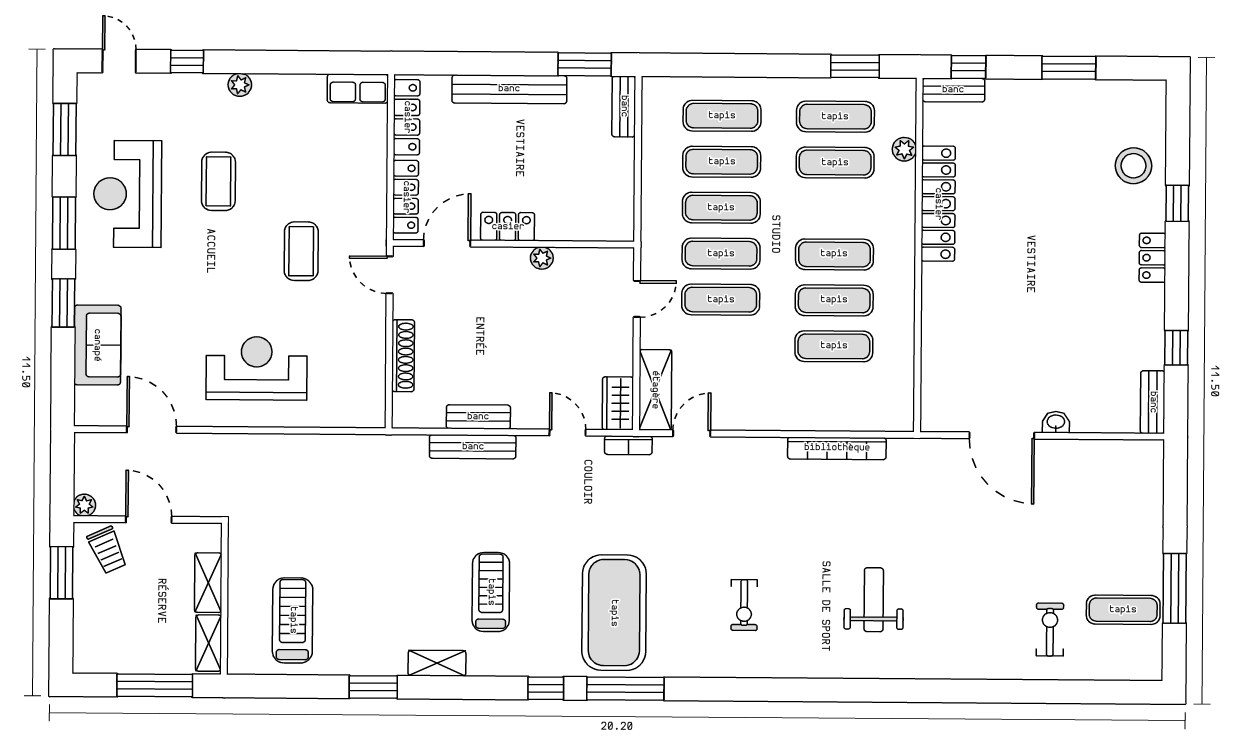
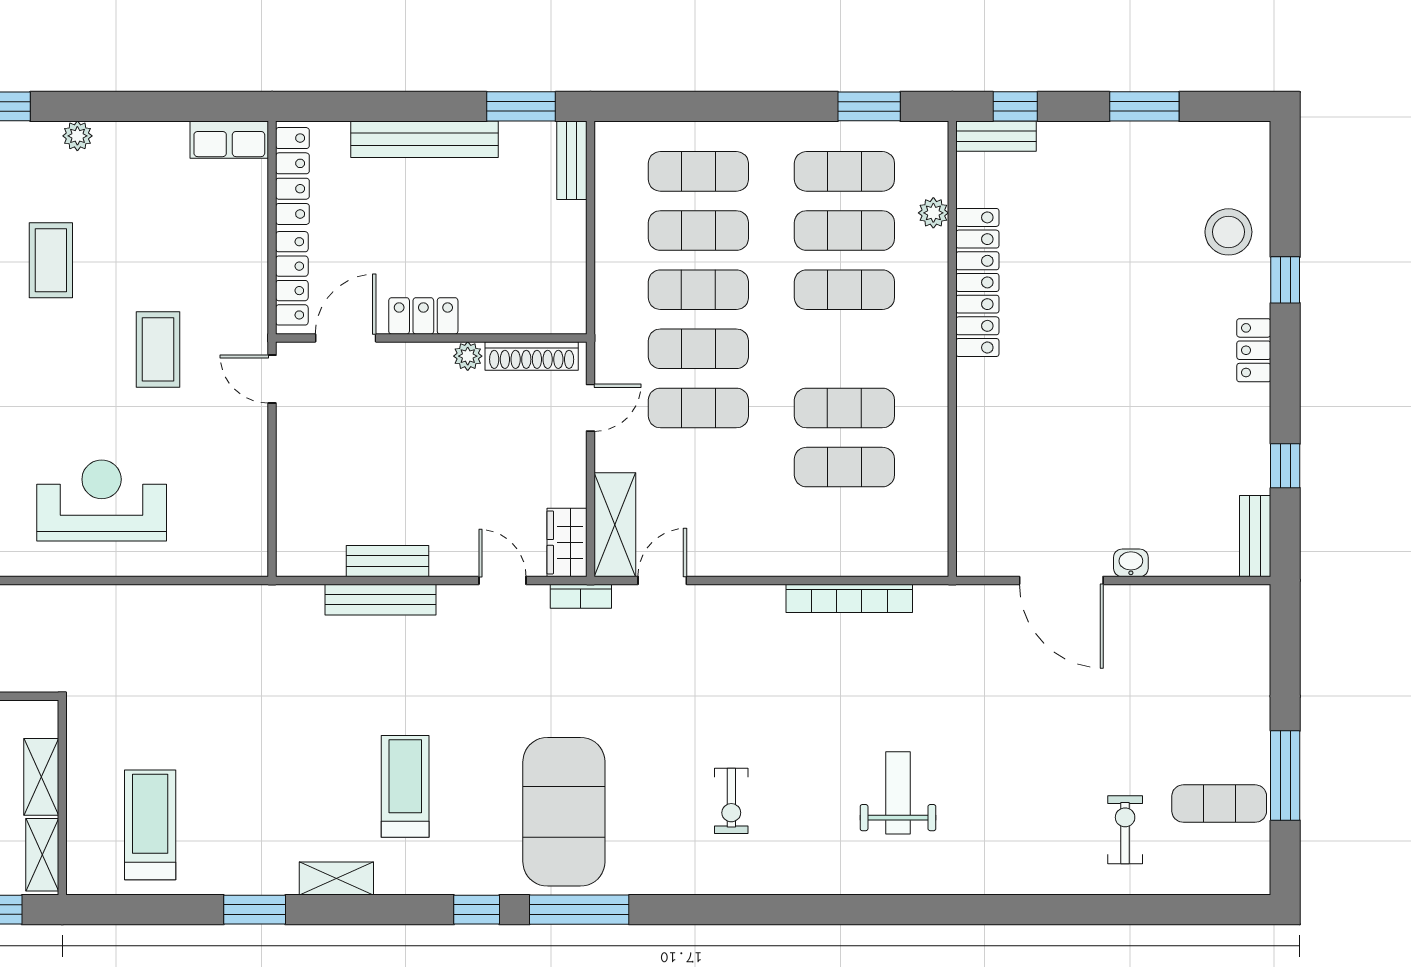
exercise mat: (834, 254) -> (844, 290), moved
shoe rack: (403, 356) -> (532, 356), moved, turned 90

